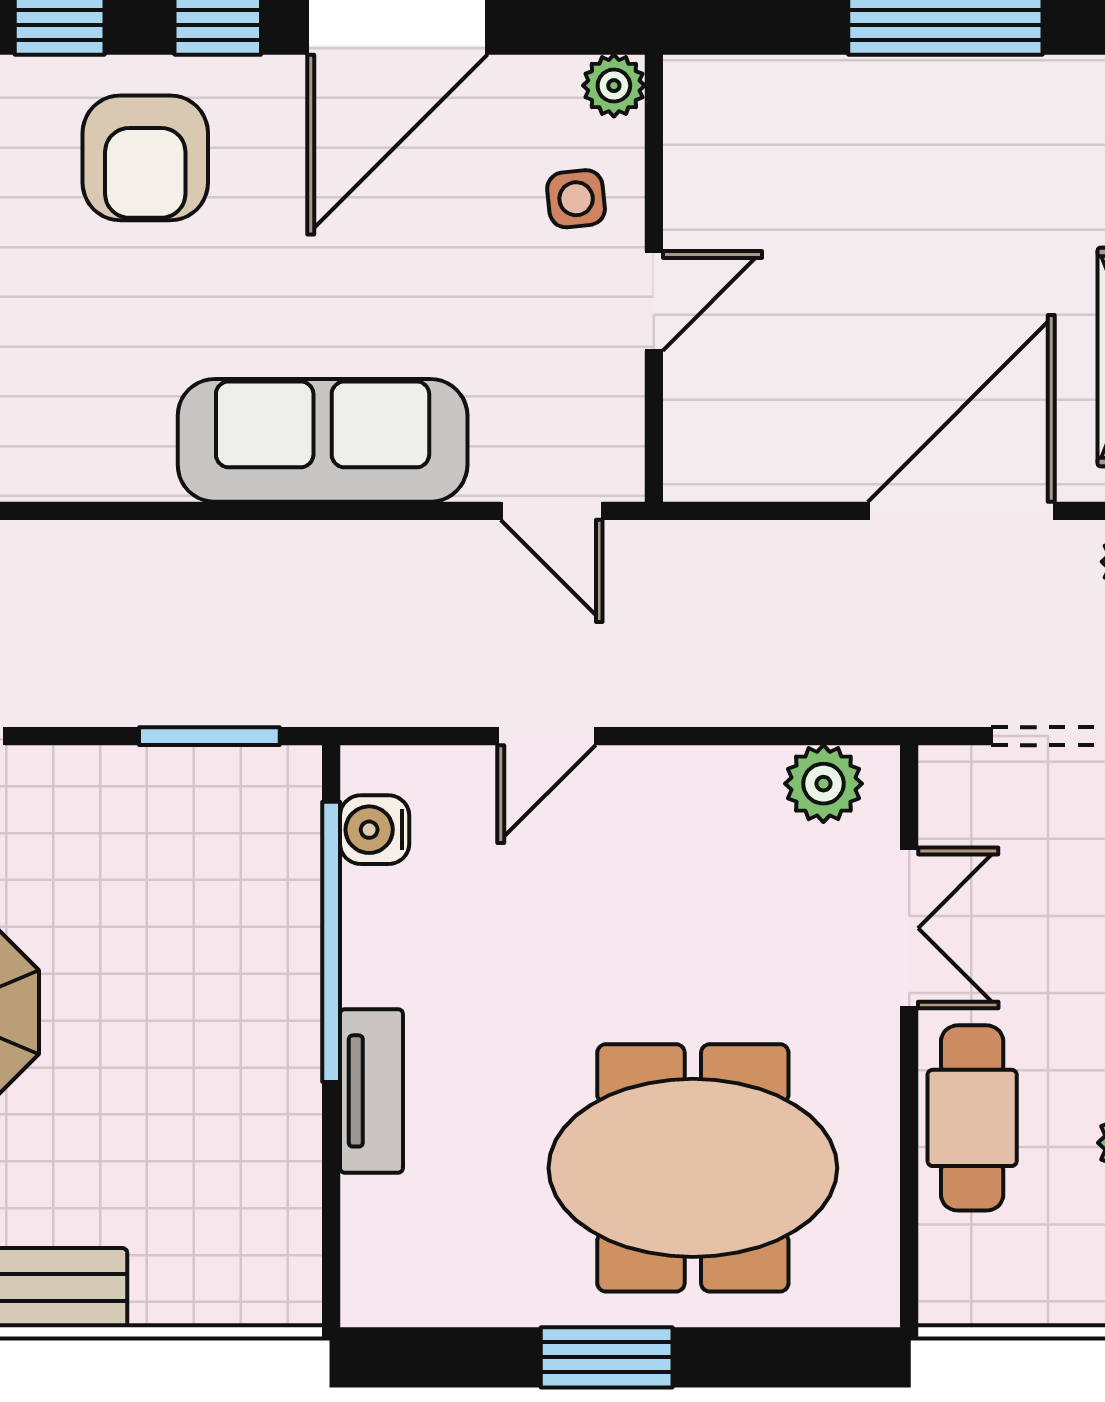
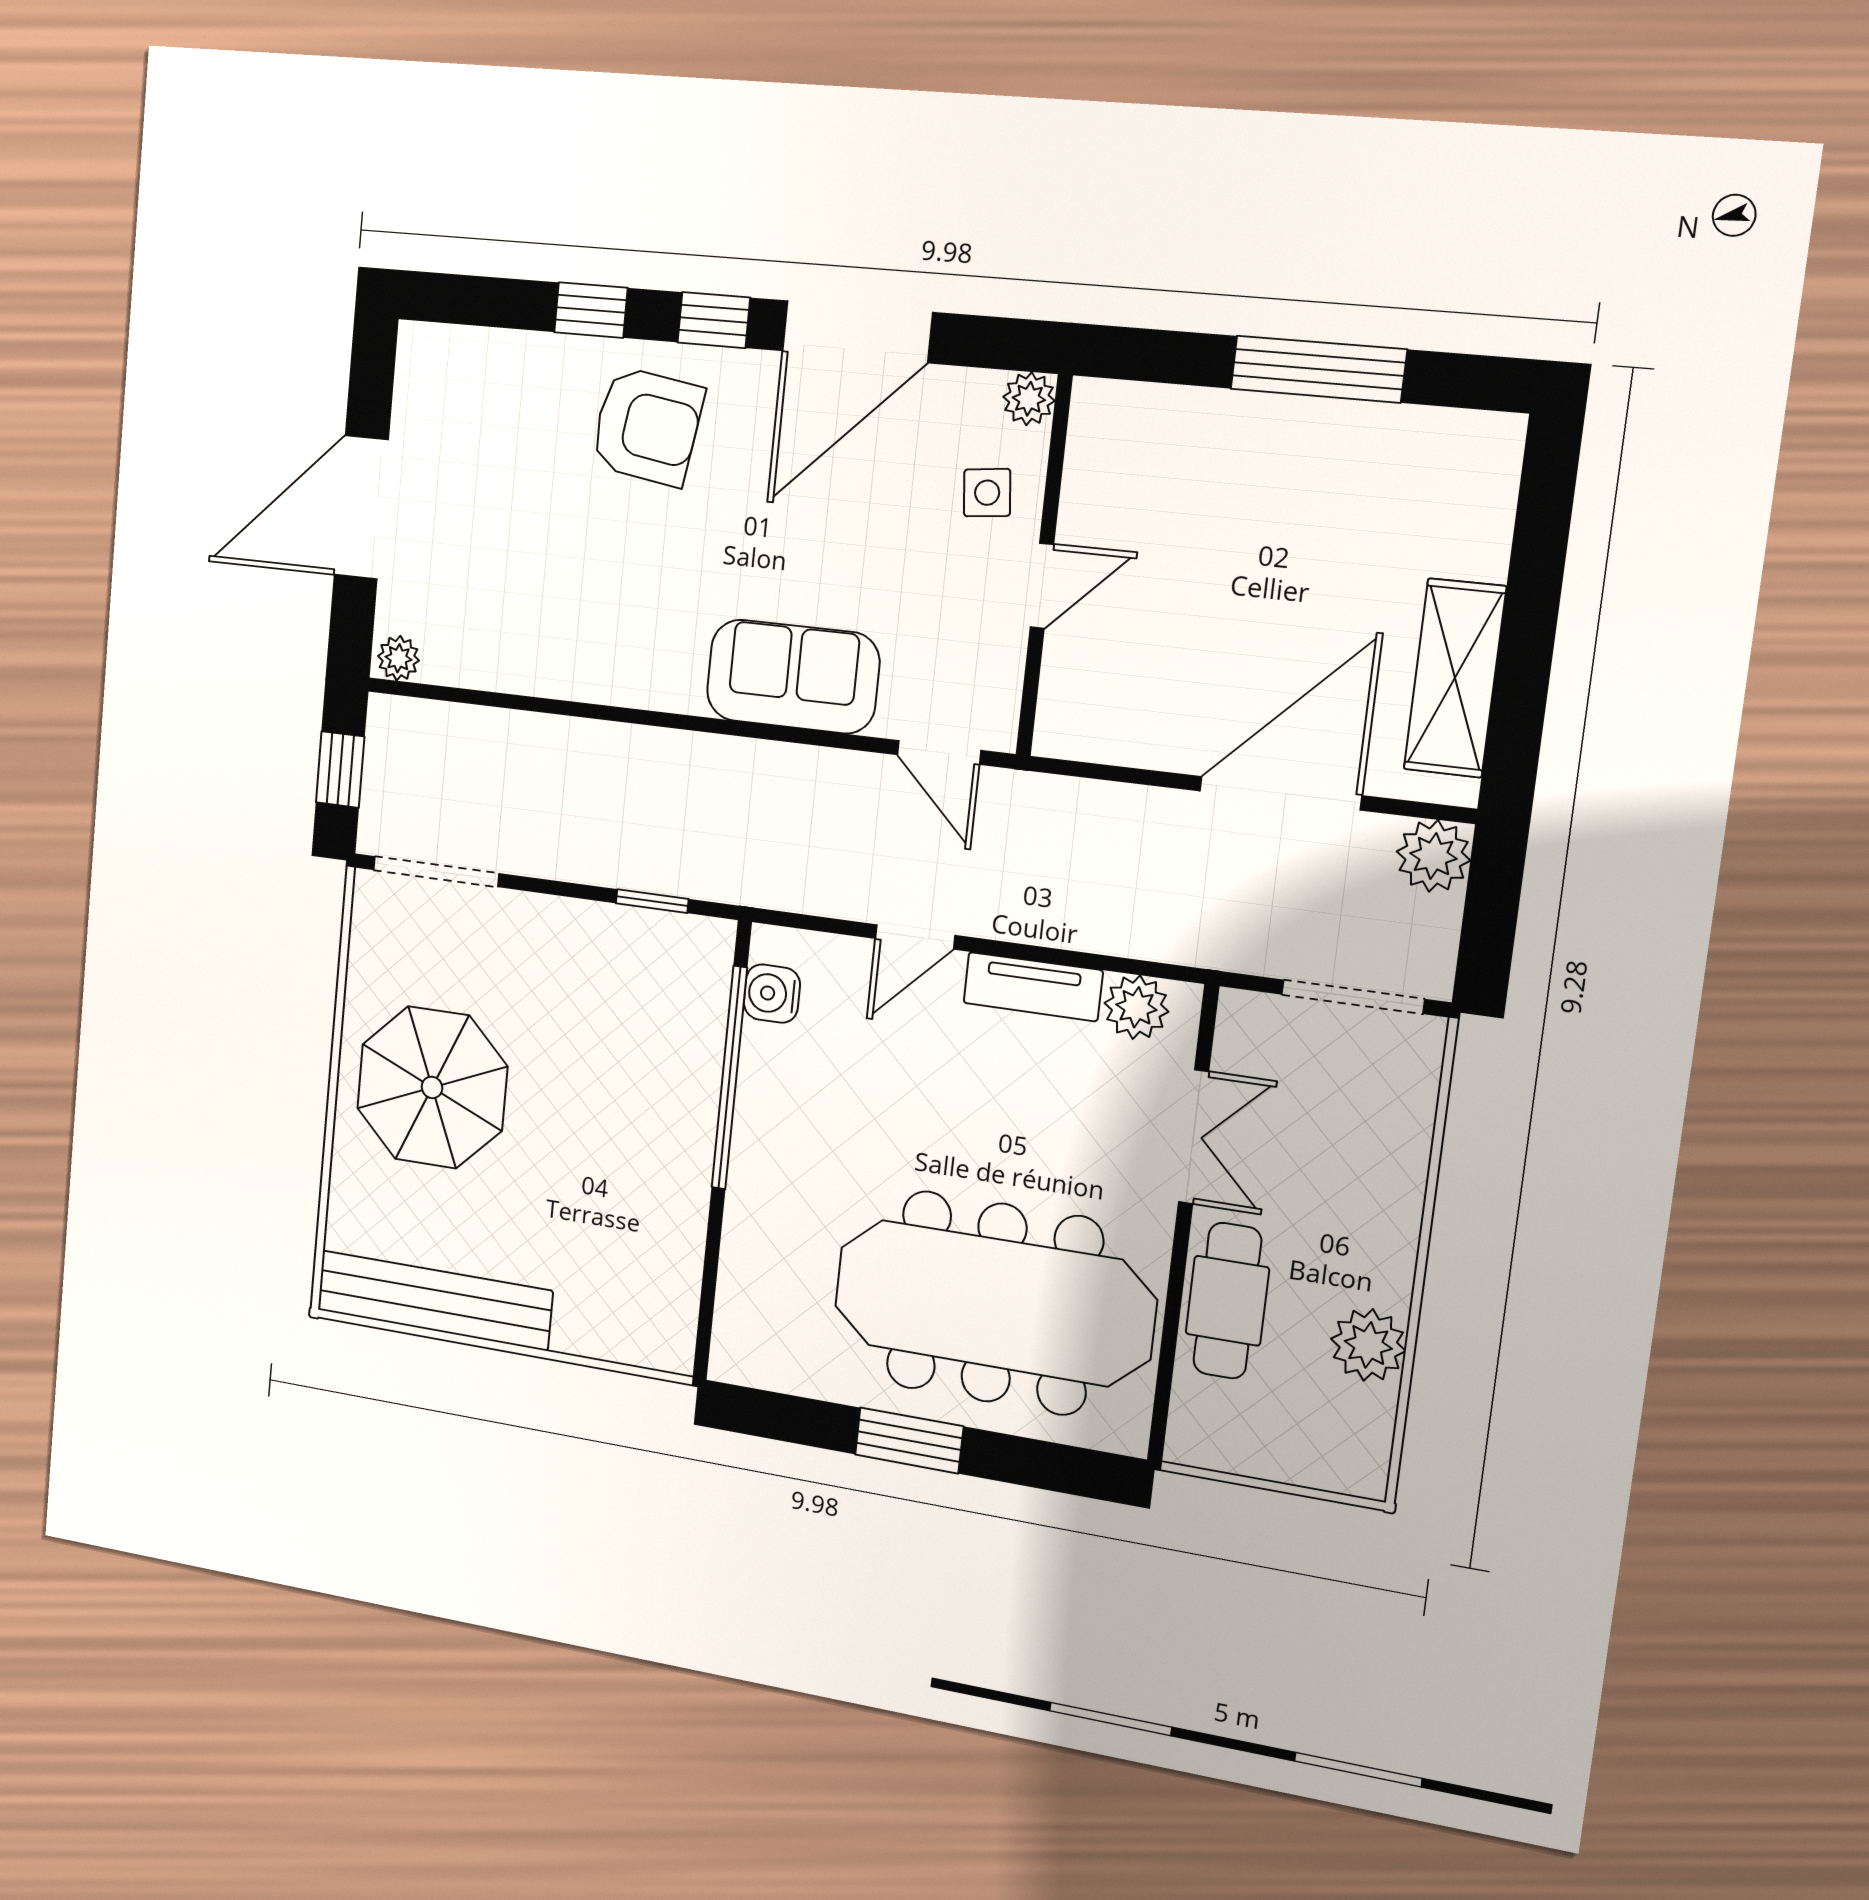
armchair: (145, 158) -> (647, 426), turned -81
sofa: (323, 440) -> (793, 677), width x0.73
window: (209, 736) -> (652, 901), width x0.67
tv unit: (371, 1091) -> (1033, 987), moved, turned 90
meeting table: (693, 1168) -> (994, 1303), width x1.36

